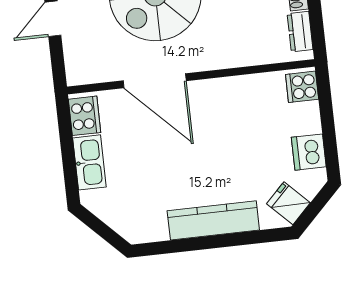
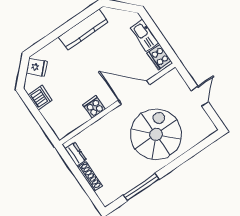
cooker: (302, 87) -> (94, 107), moved, turned -90
kitchen counter: (213, 220) -> (83, 30), moved

